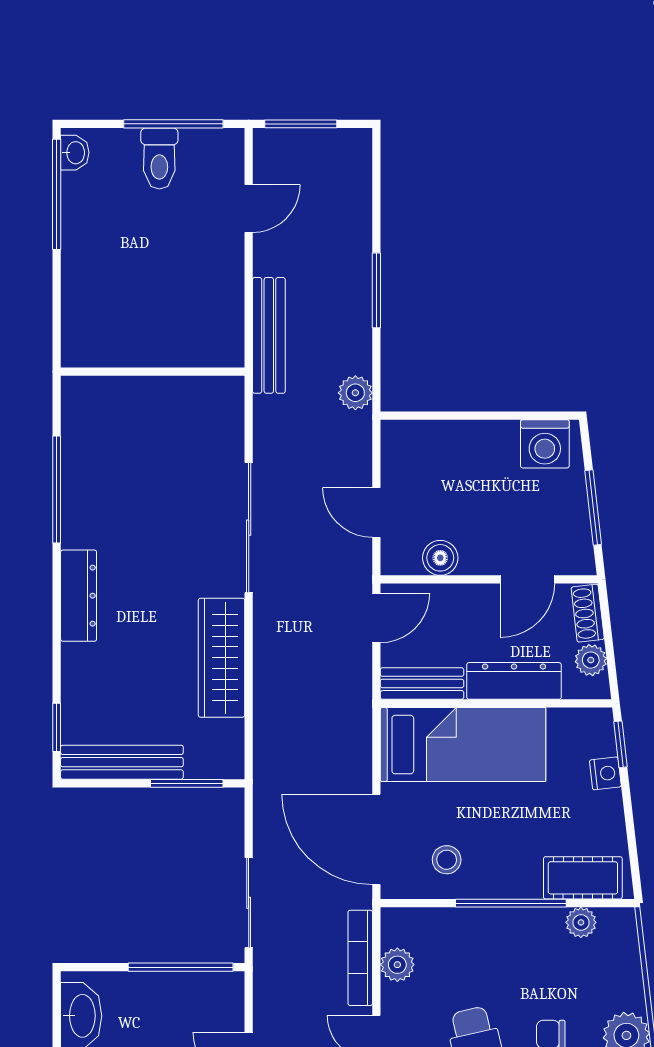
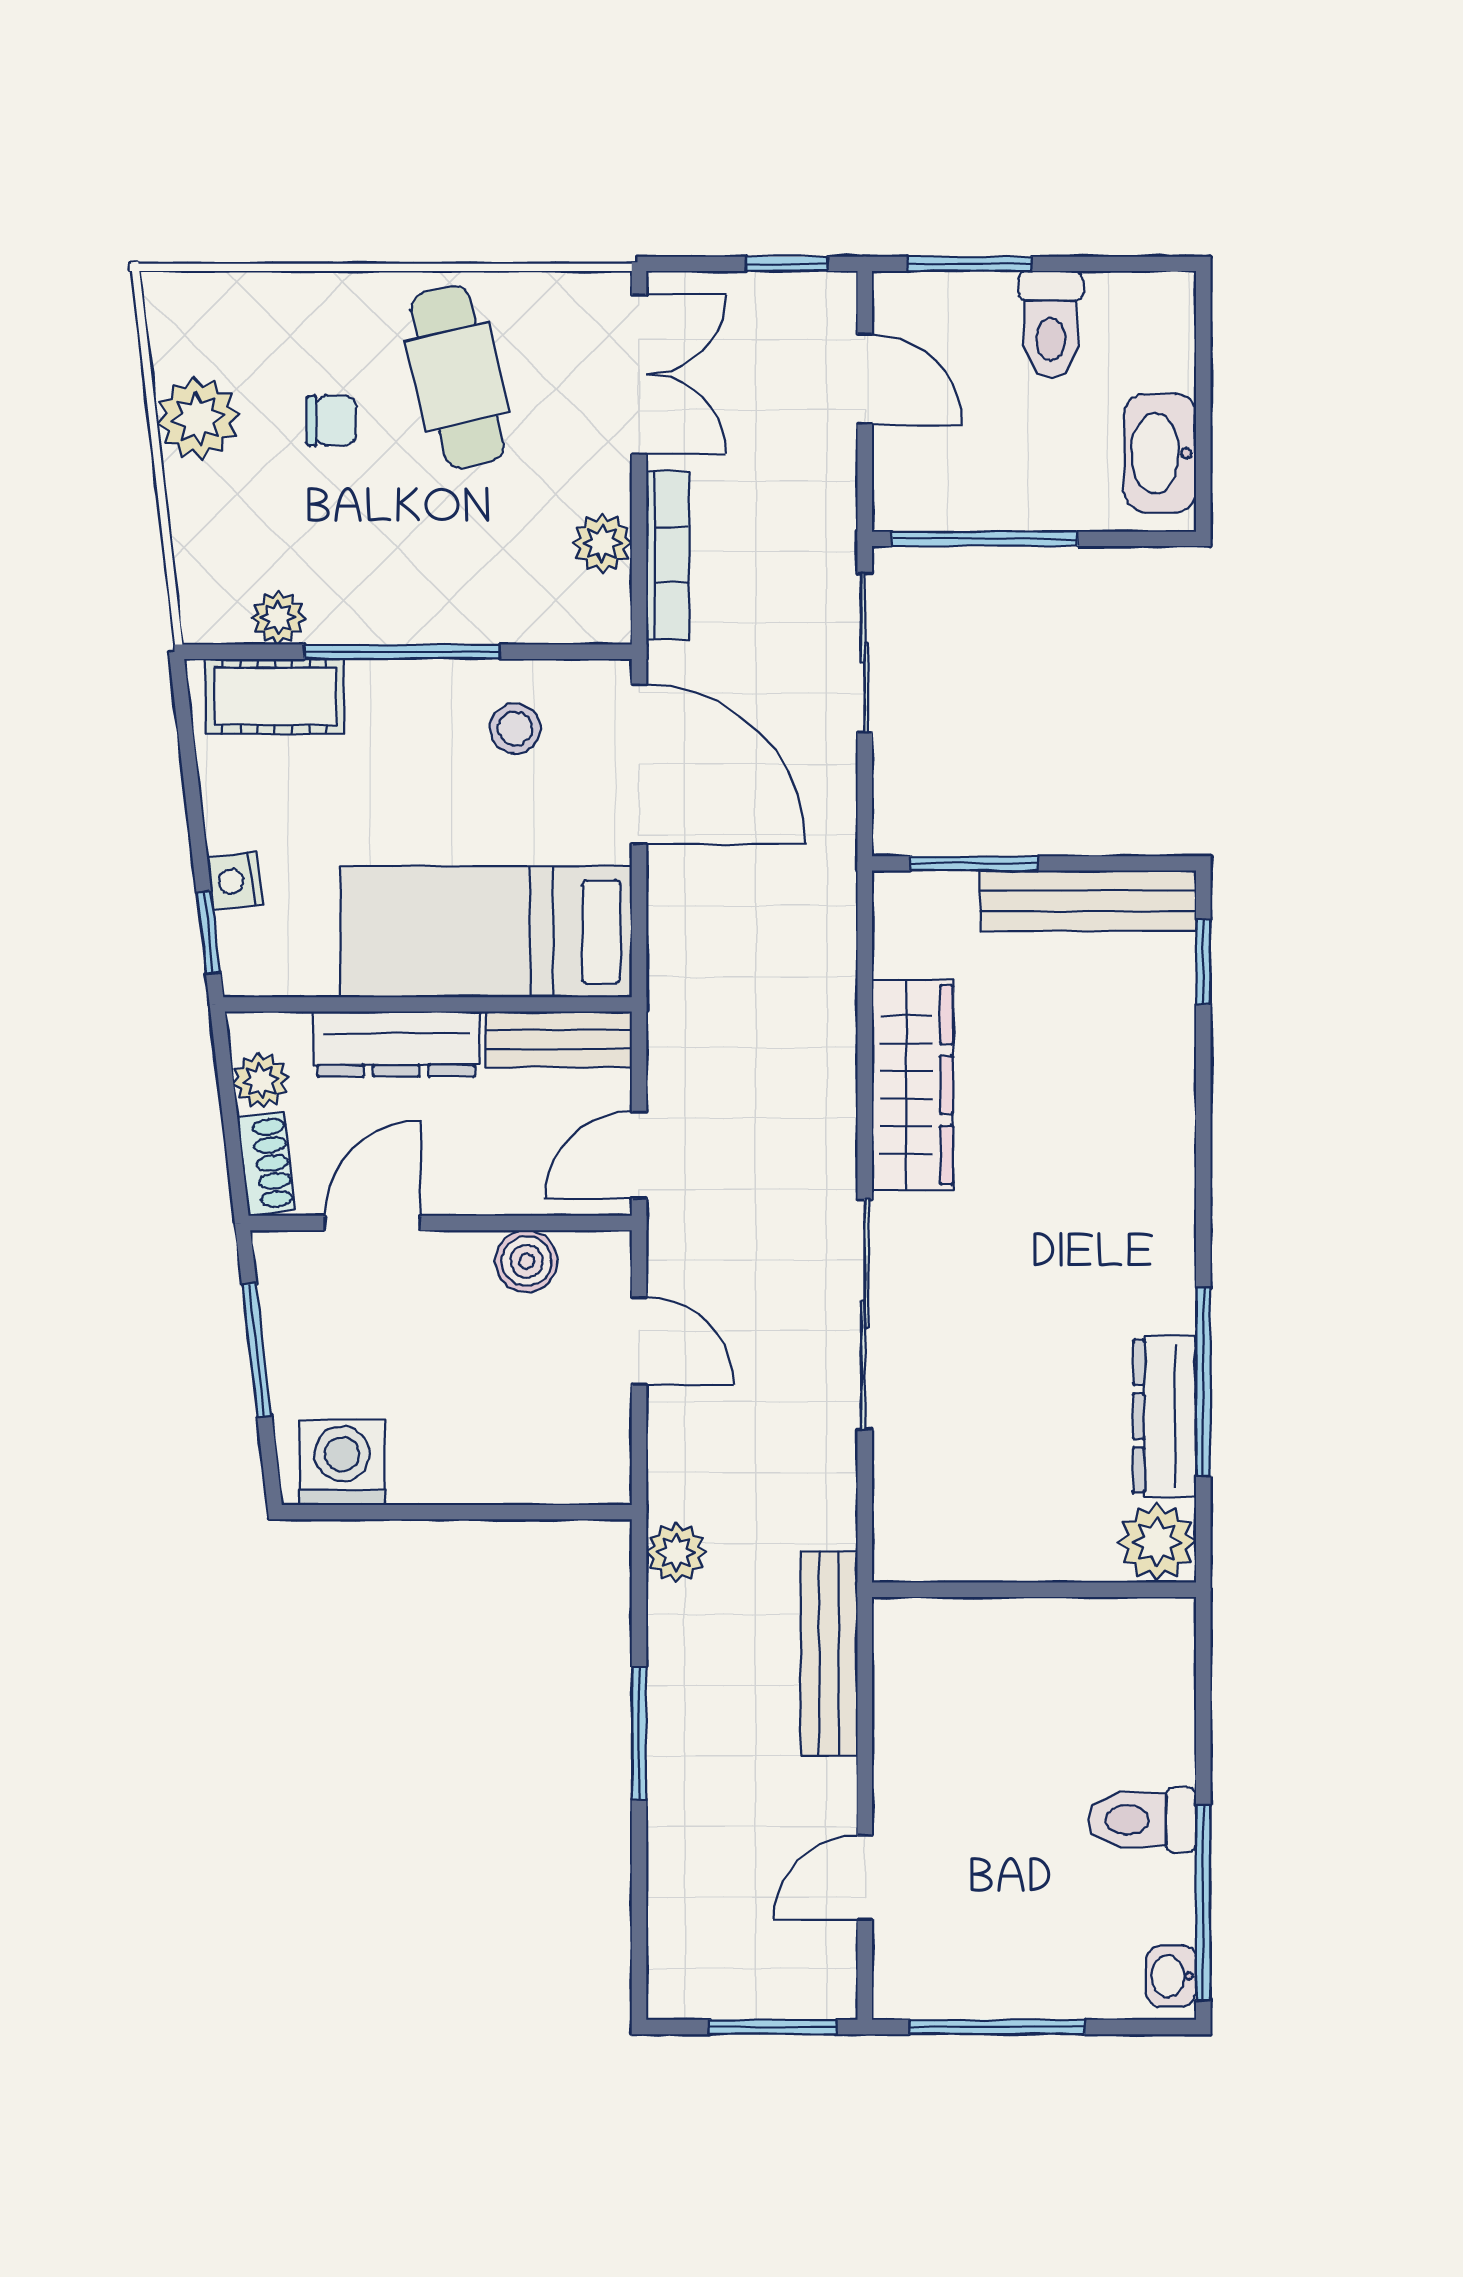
toilet: (159, 158) -> (1142, 1820), moved, turned -90
plant: (83, 399) -> (1157, 1542), added
dresser: (79, 596) -> (1165, 1416), moved

